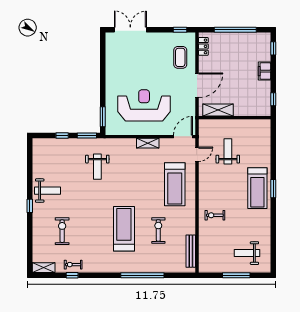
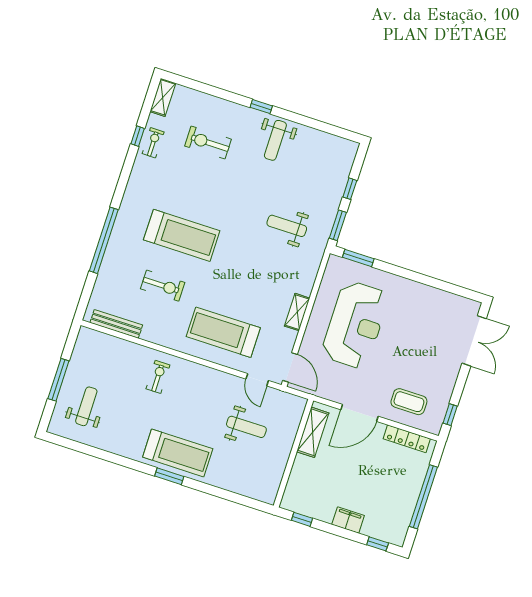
locker: (203, 46) -> (407, 439), width x1.53
door: (197, 85) -> (360, 413), hinge flipped
treadmill: (257, 188) -> (178, 453), turned 180
exercise bike: (62, 231) -> (208, 143), turned 180

